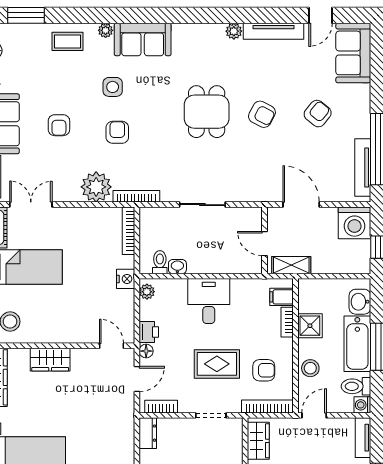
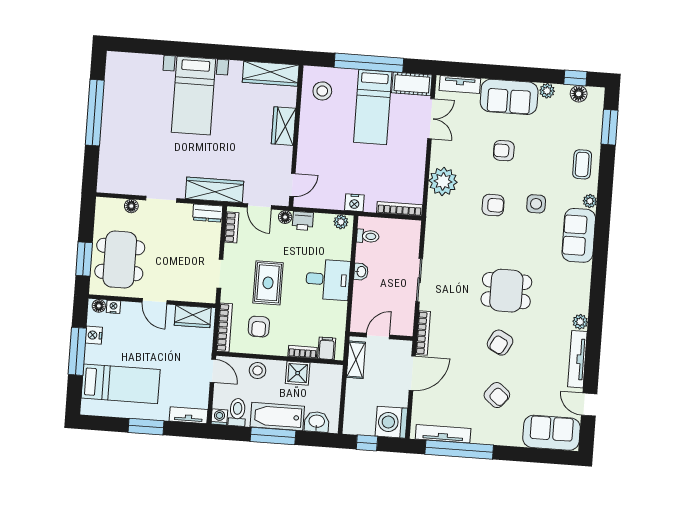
bookcase: (136, 196) -> (423, 333), moved
washbasin: (177, 267) -> (361, 272), moved
wardrobe: (123, 428) -> (215, 190), added

